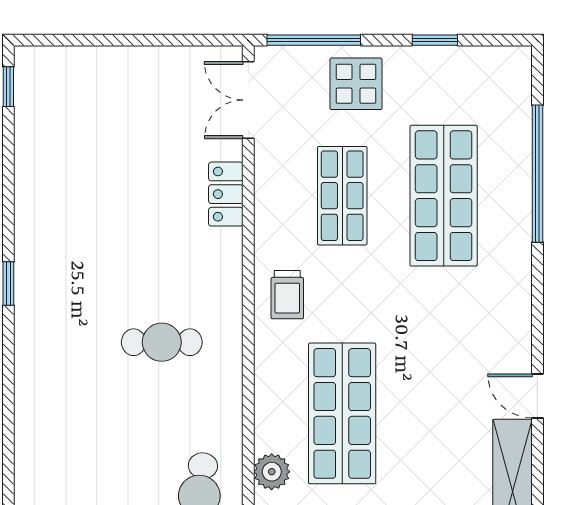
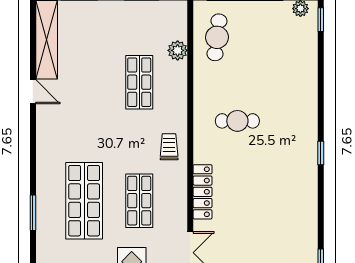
window: (537, 174) -> (33, 213), width x0.47
locker: (226, 194) -> (203, 192), width x1.53
shop shelf: (342, 413) -> (139, 82), width x0.70, depth x0.74

